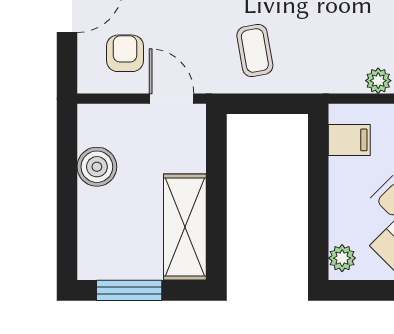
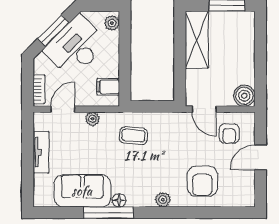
coffee table: (255, 50) -> (133, 136), moved, turned -74
boiler: (97, 167) -> (244, 96), moved

